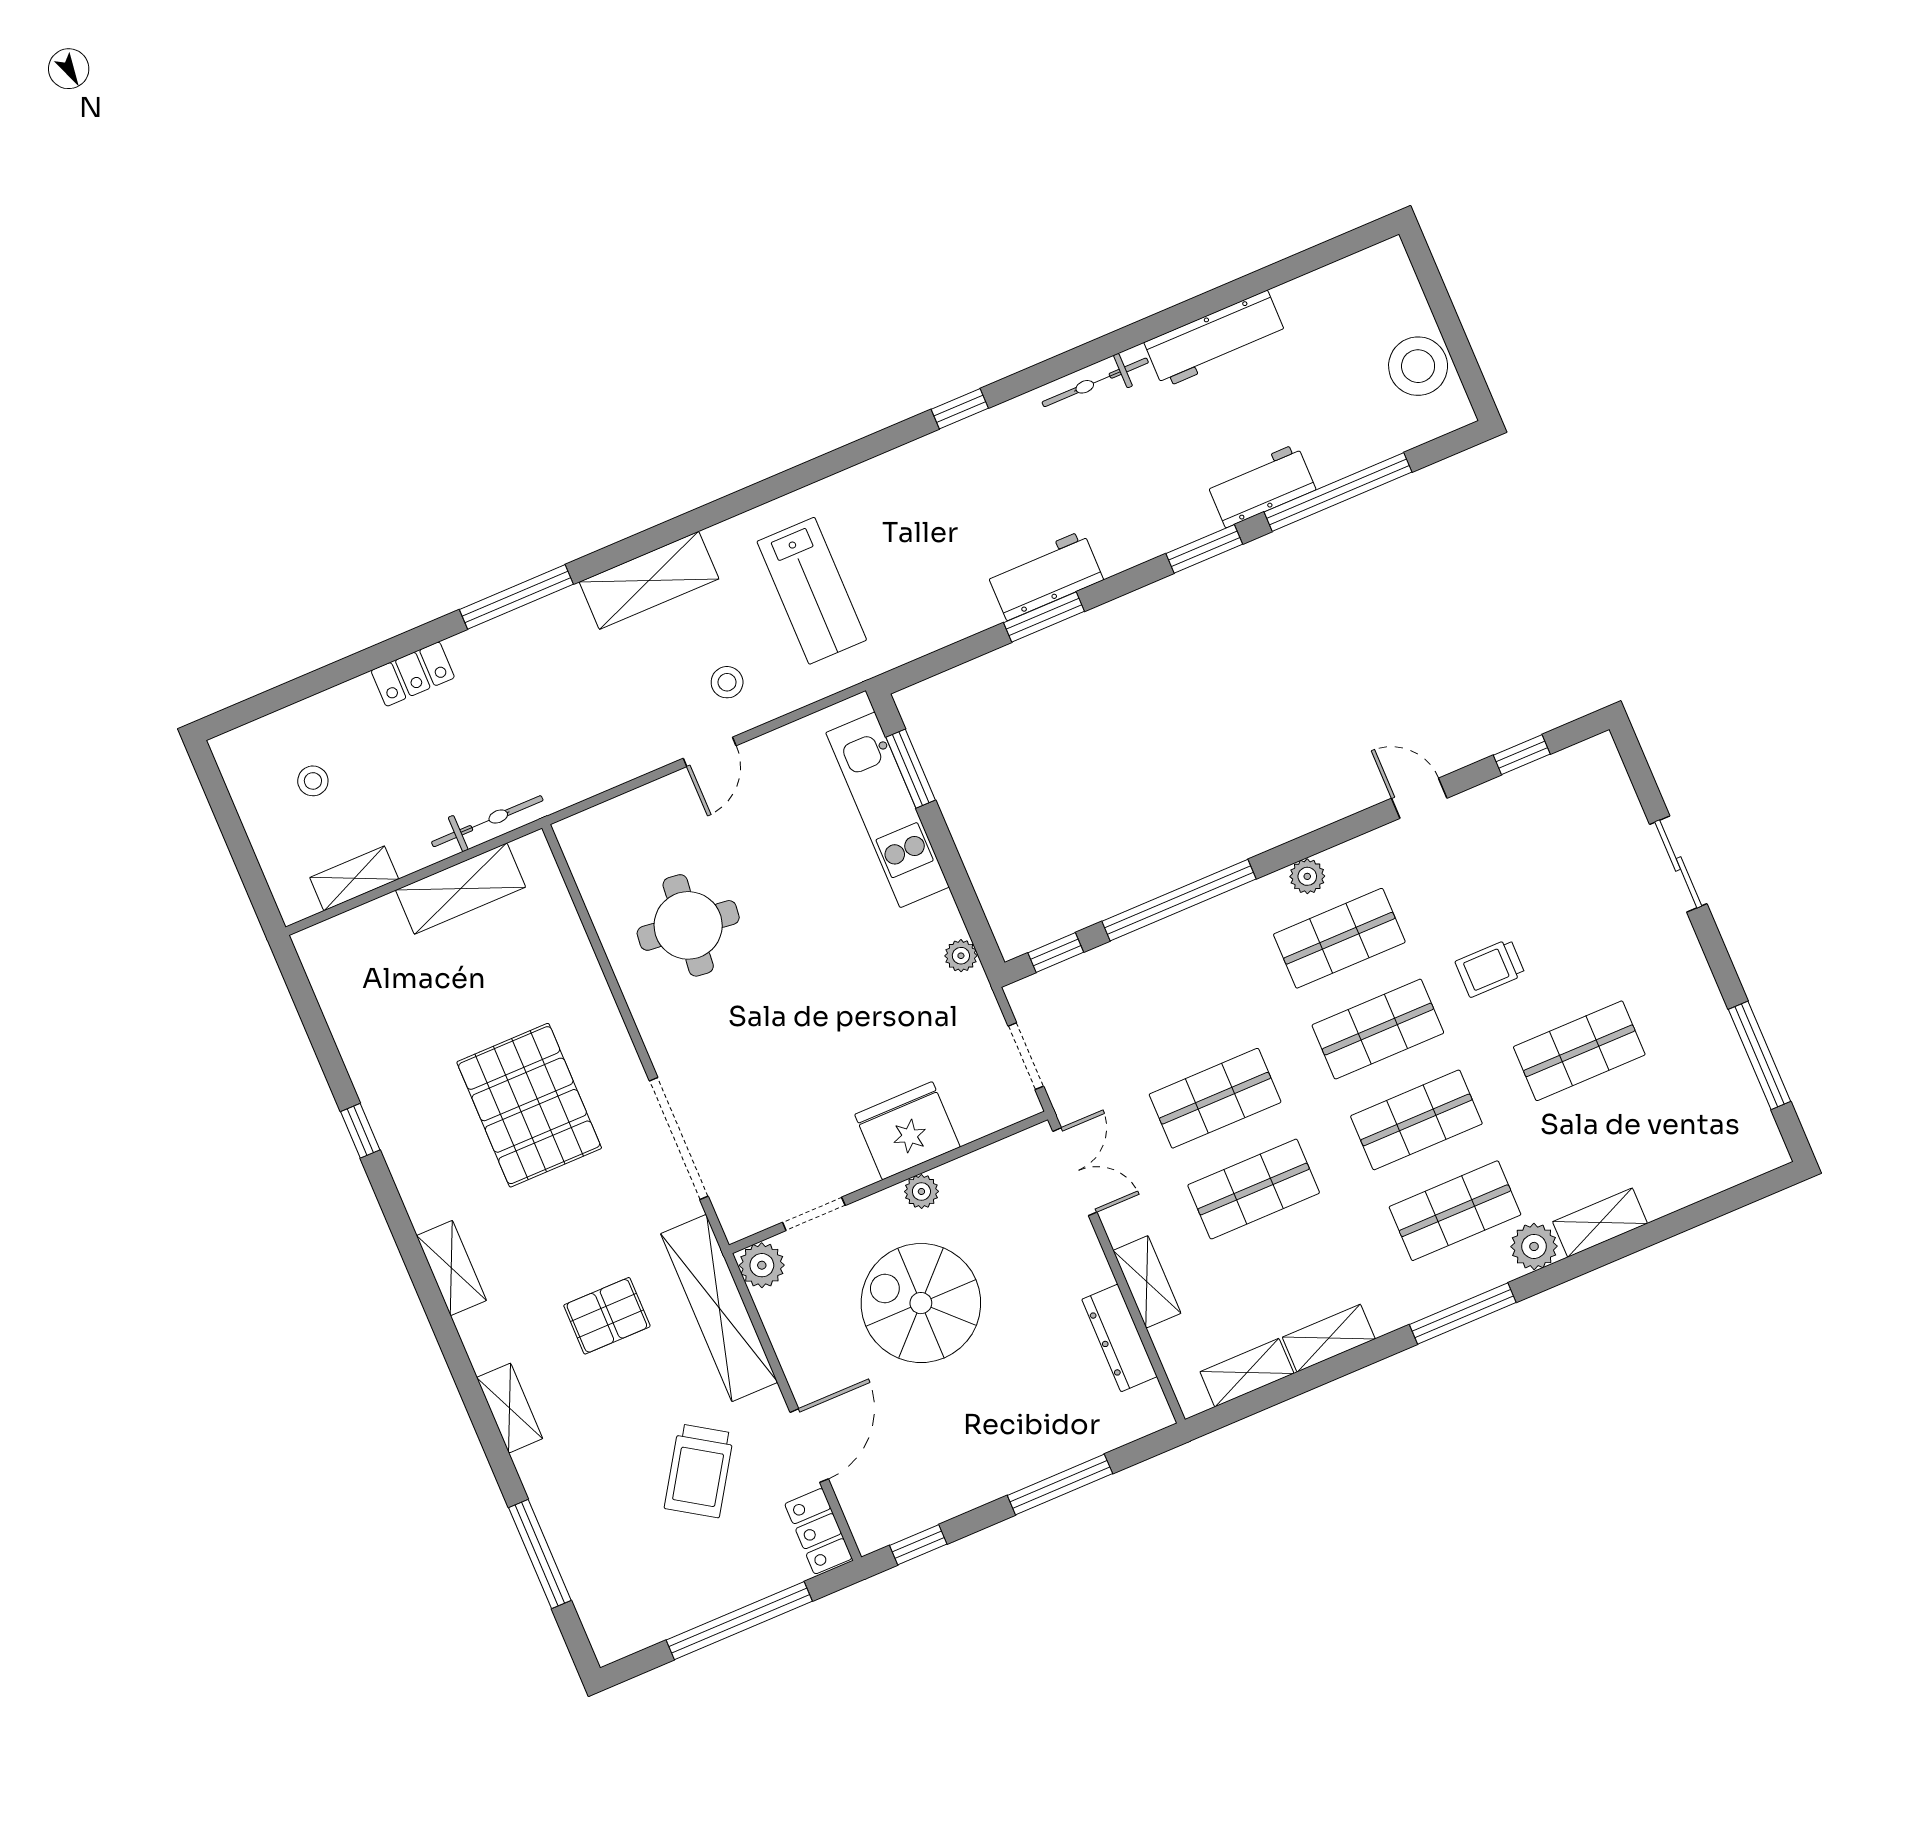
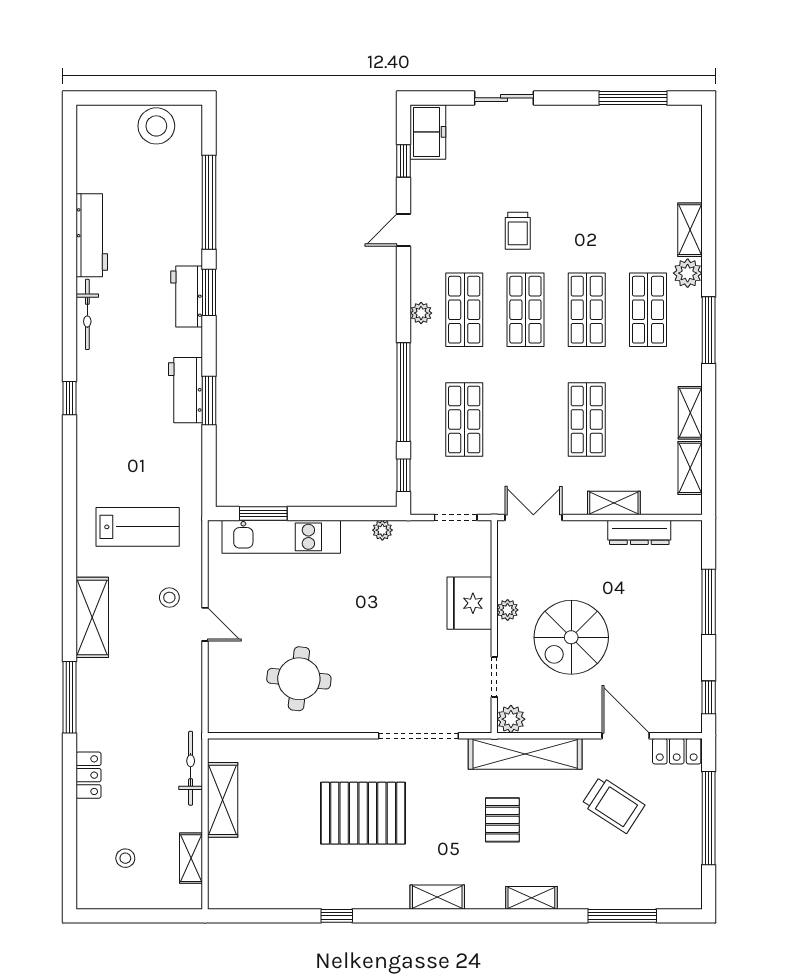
workbench: (1261, 486) -> (187, 297), moved
freezer: (1580, 773) -> (428, 132), added
shop shelf: (1579, 1051) -> (587, 200), removed
shop shelf: (1215, 1098) -> (464, 420), moved

